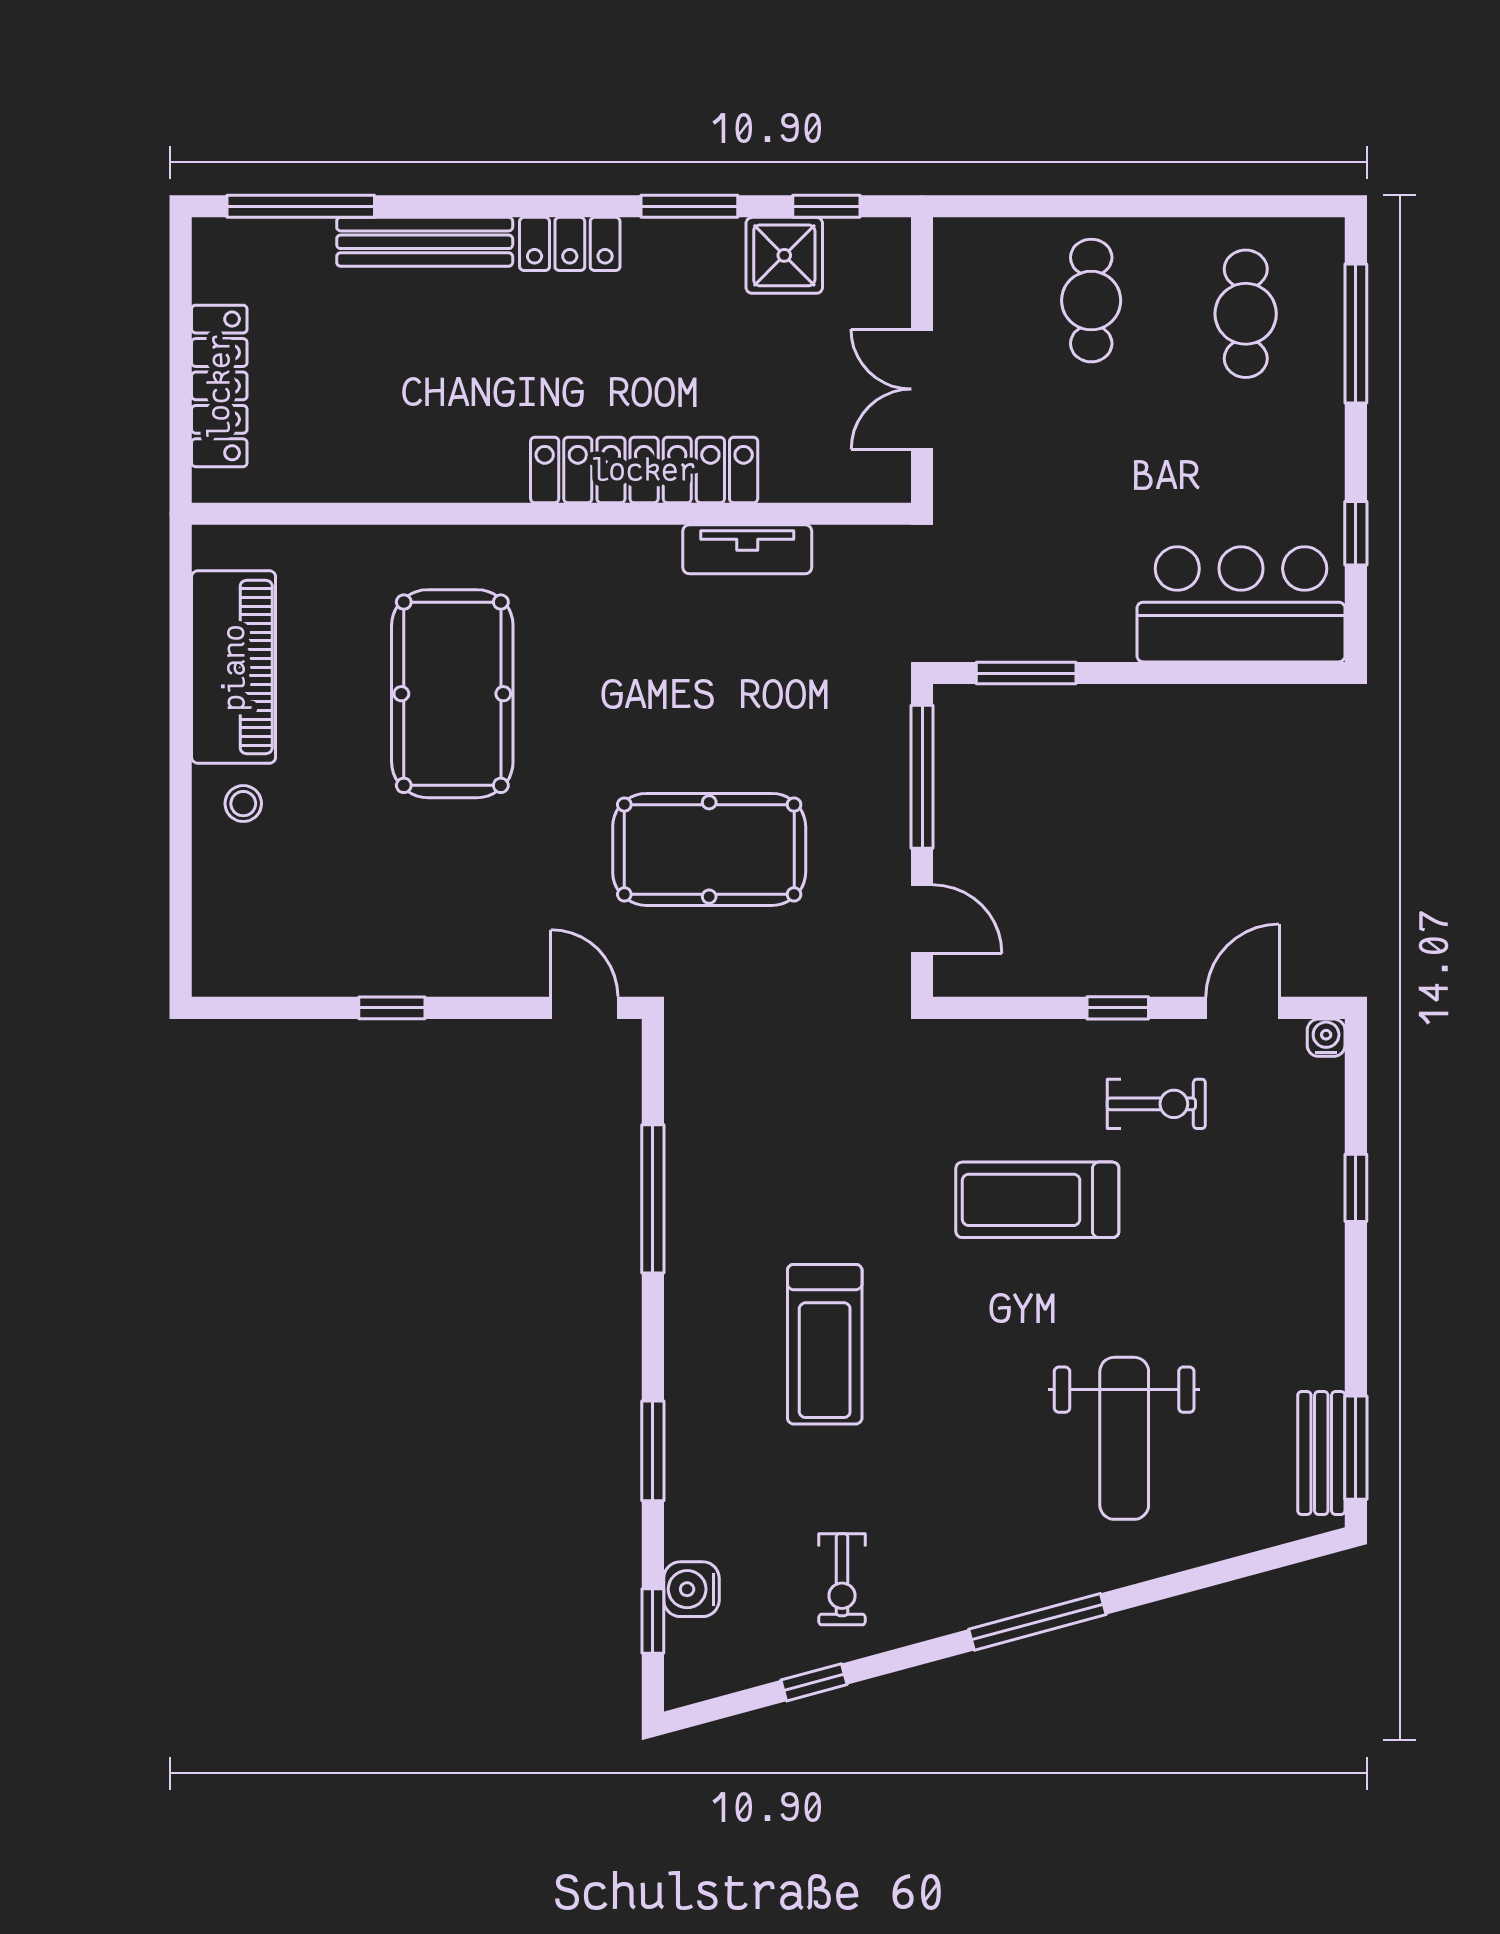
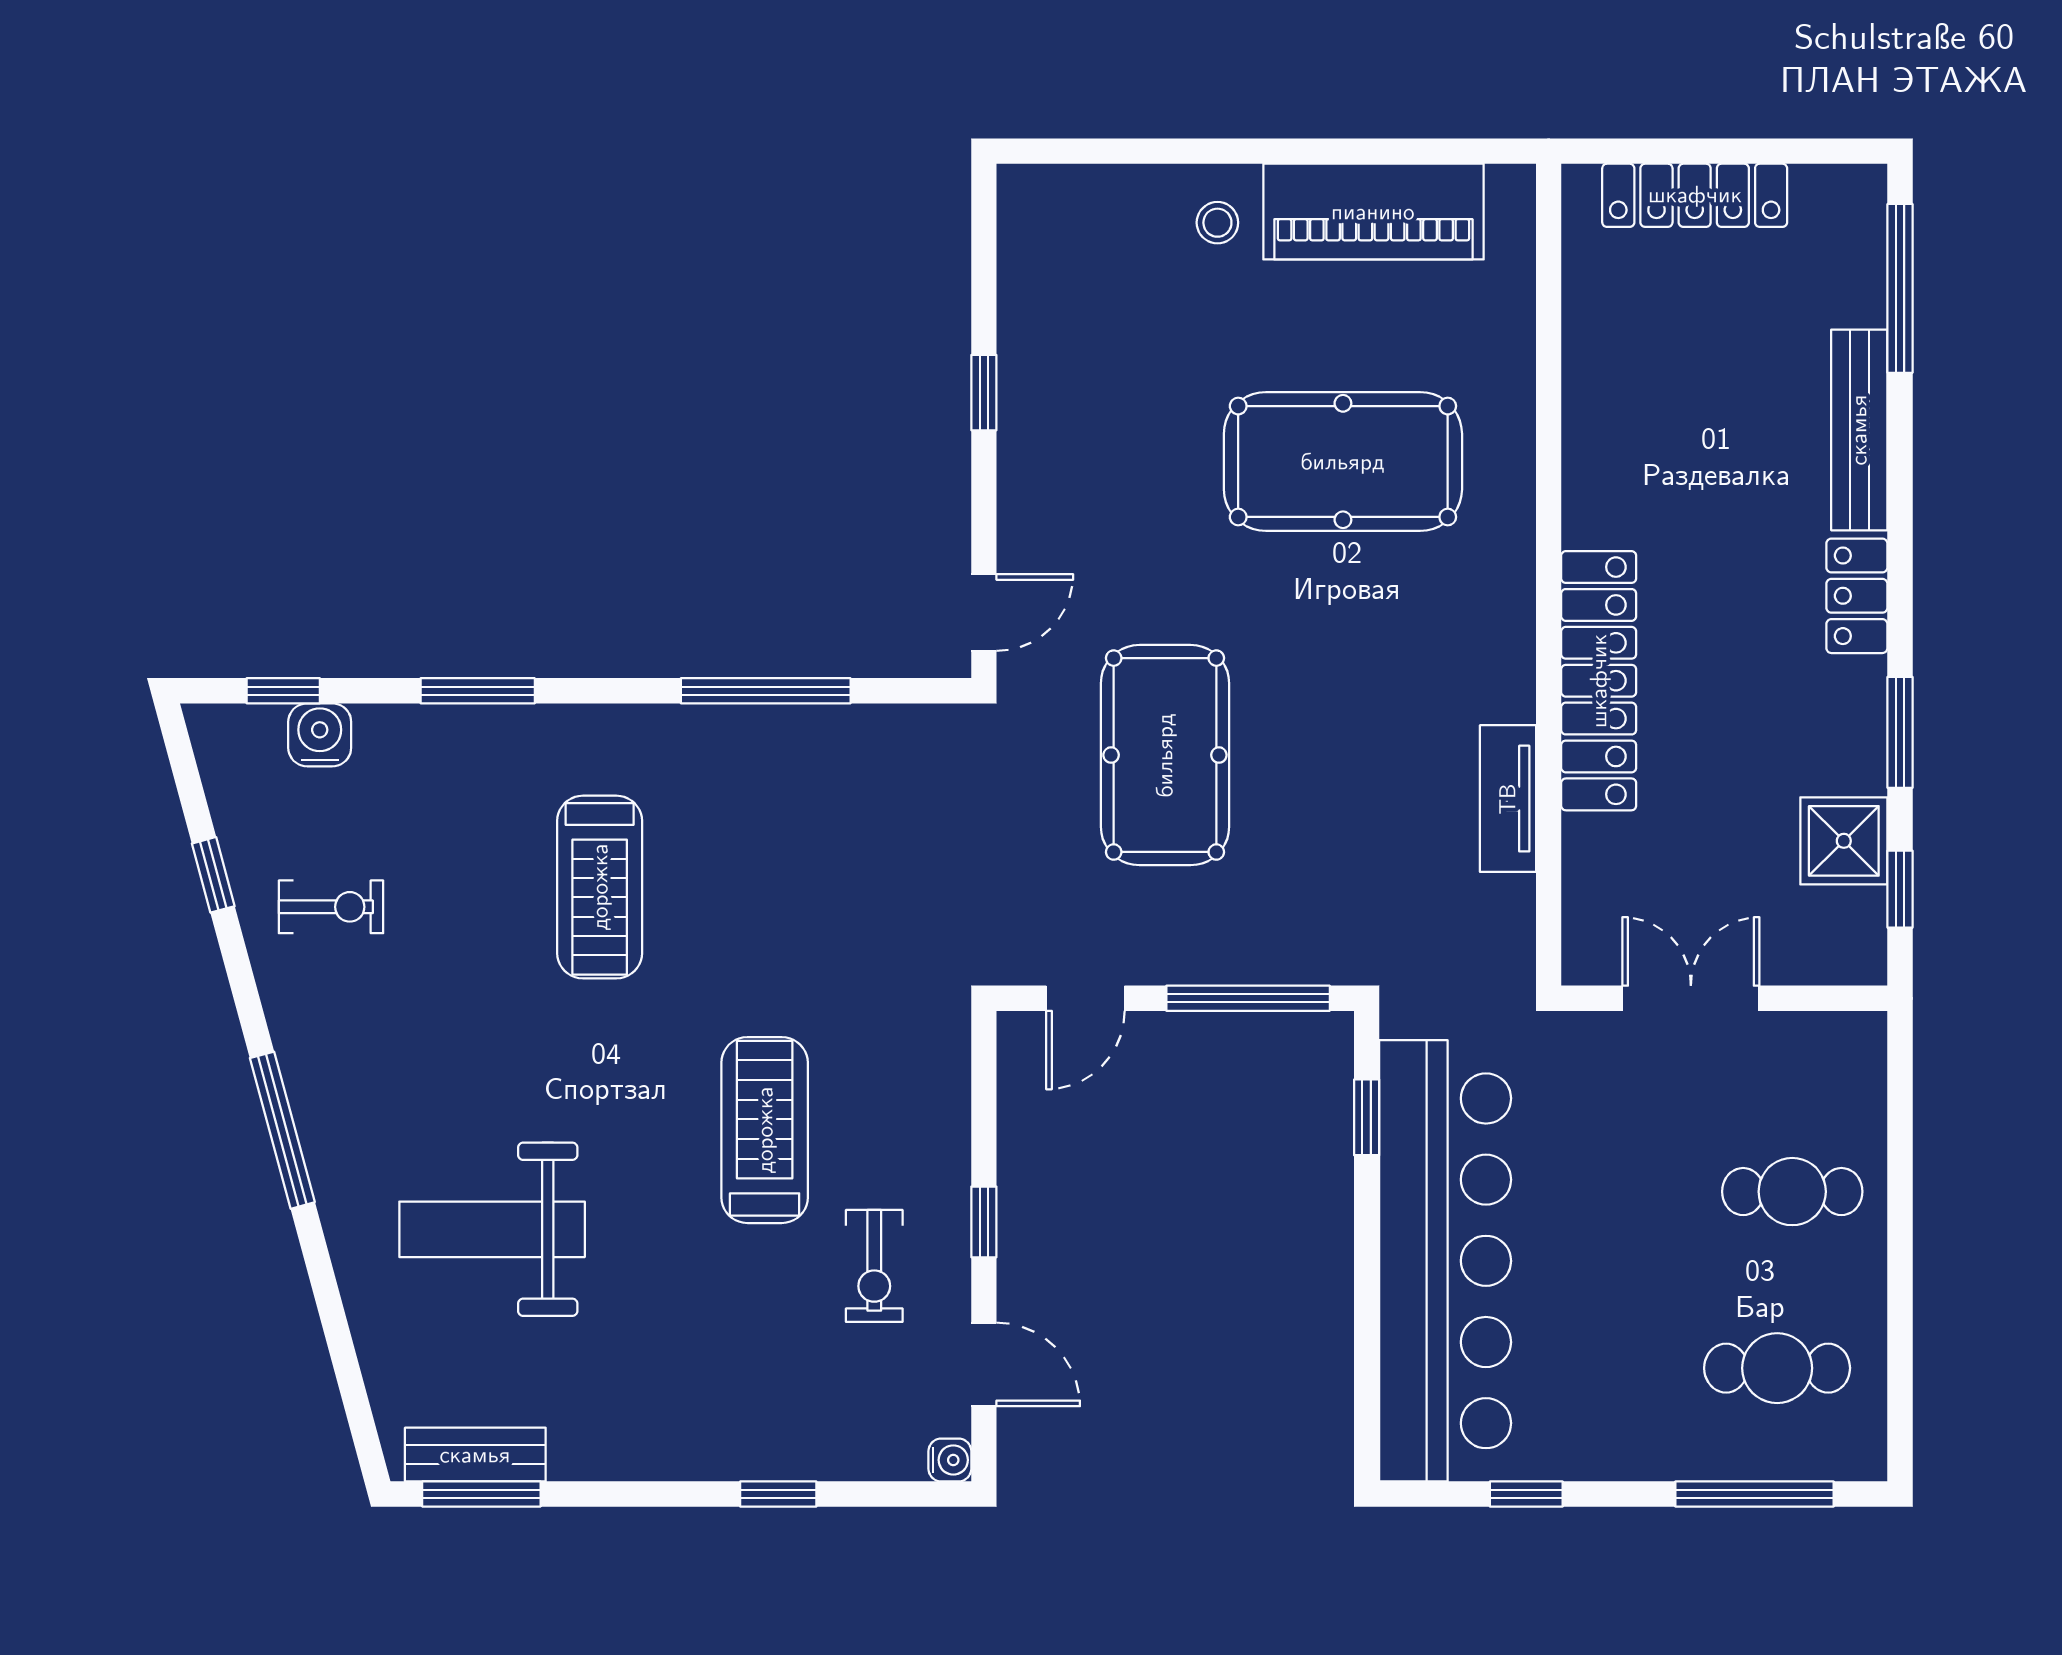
bar counter: (1241, 604) -> (1445, 1261), width x1.86
window: (1026, 673) -> (1367, 1117), width x0.67
treadmill: (825, 1344) -> (600, 887), turned -90
exercise bike: (842, 1579) -> (331, 907), turned 180

